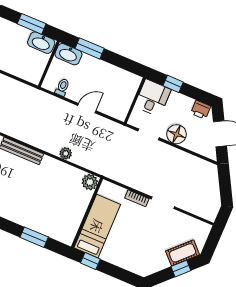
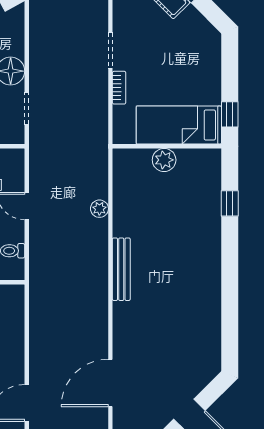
plant: (90, 182) -> (164, 160), moved
window: (34, 237) -> (230, 203), width x0.67

